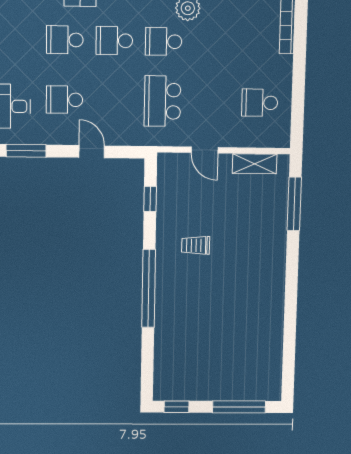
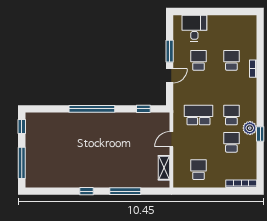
school desk: (114, 41) -> (231, 142), moved
window: (26, 151) -> (170, 51), moved
window: (294, 204) -> (125, 191), moved
trolley: (196, 245) -> (117, 135), removed
window: (291, 298) -> (87, 191), added

